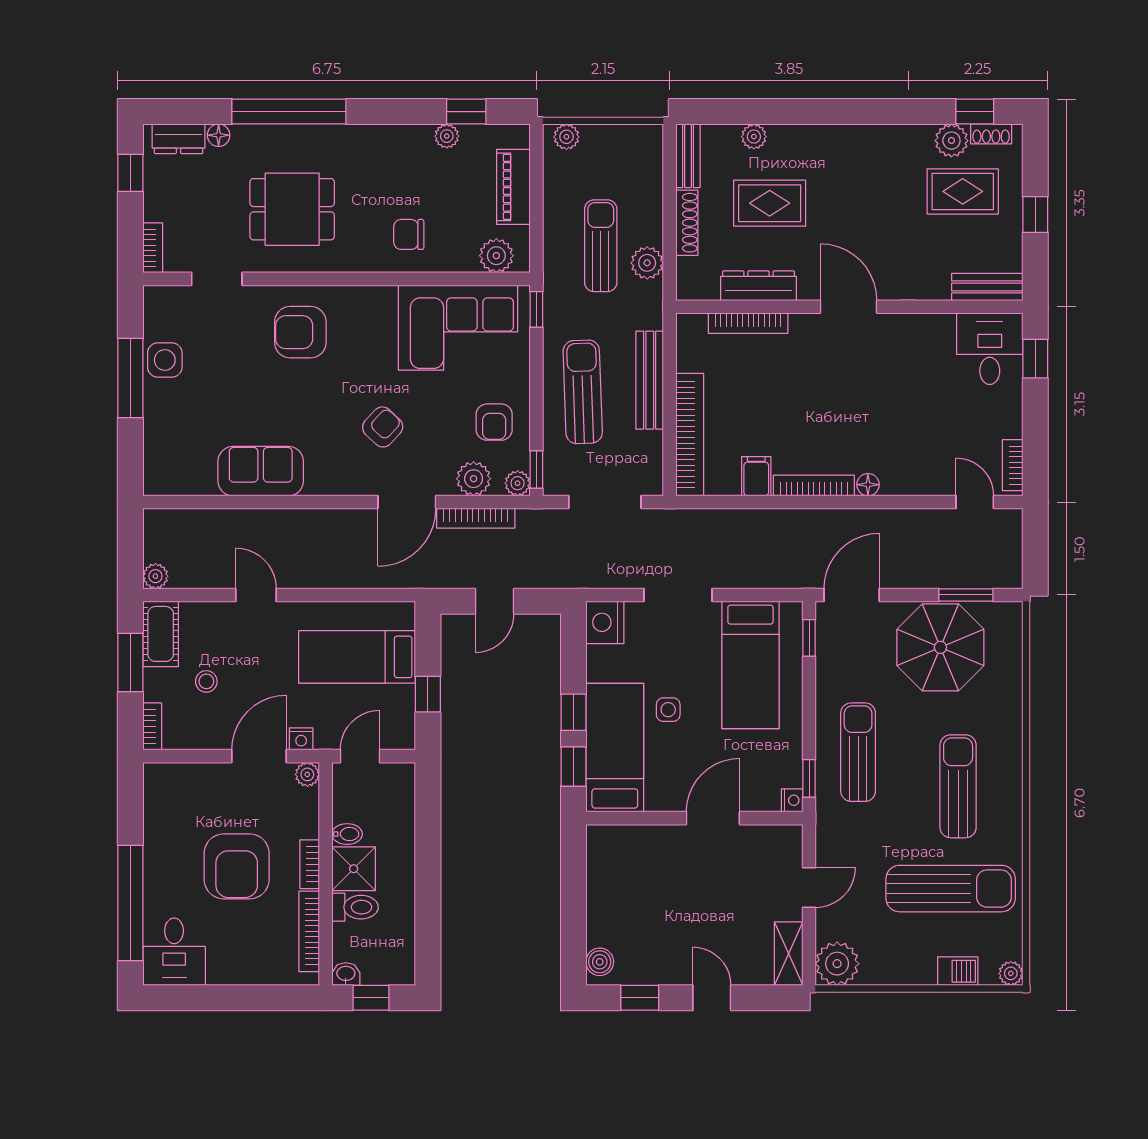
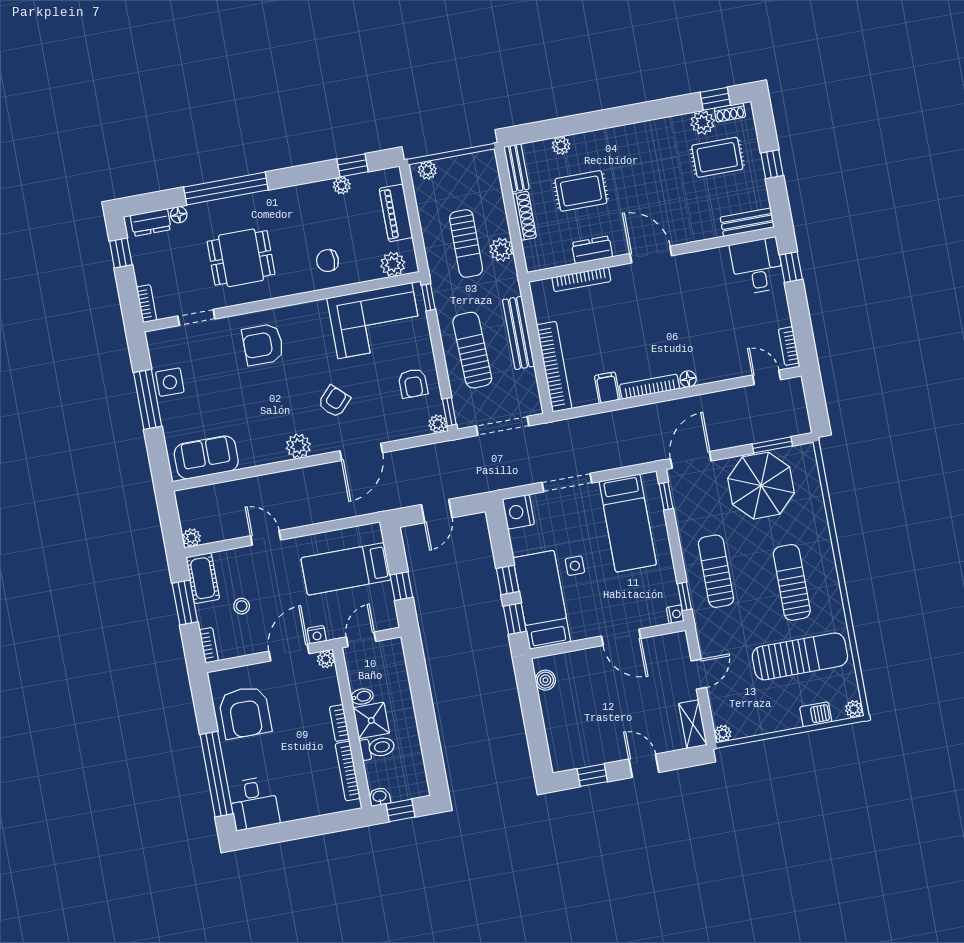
sun lounger: (601, 246) -> (466, 243), turned 180
dresser: (759, 286) -> (592, 250), width x0.70
sofa: (261, 471) -> (206, 457), moved
plant: (474, 479) -> (298, 446), moved
bookcase: (476, 518) -> (412, 454), removed
door: (713, 818) -> (621, 637), swing flipped
armchair: (237, 866) -> (245, 712), moved
boiler: (600, 962) -> (545, 680), moved
plant: (837, 964) -> (723, 733), width x0.53, depth x0.53

